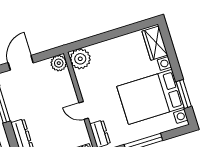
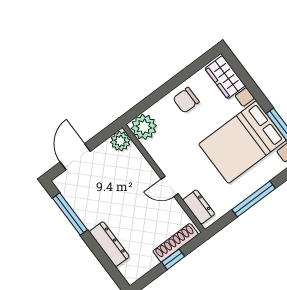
chair: (119, 50) -> (186, 100), added

